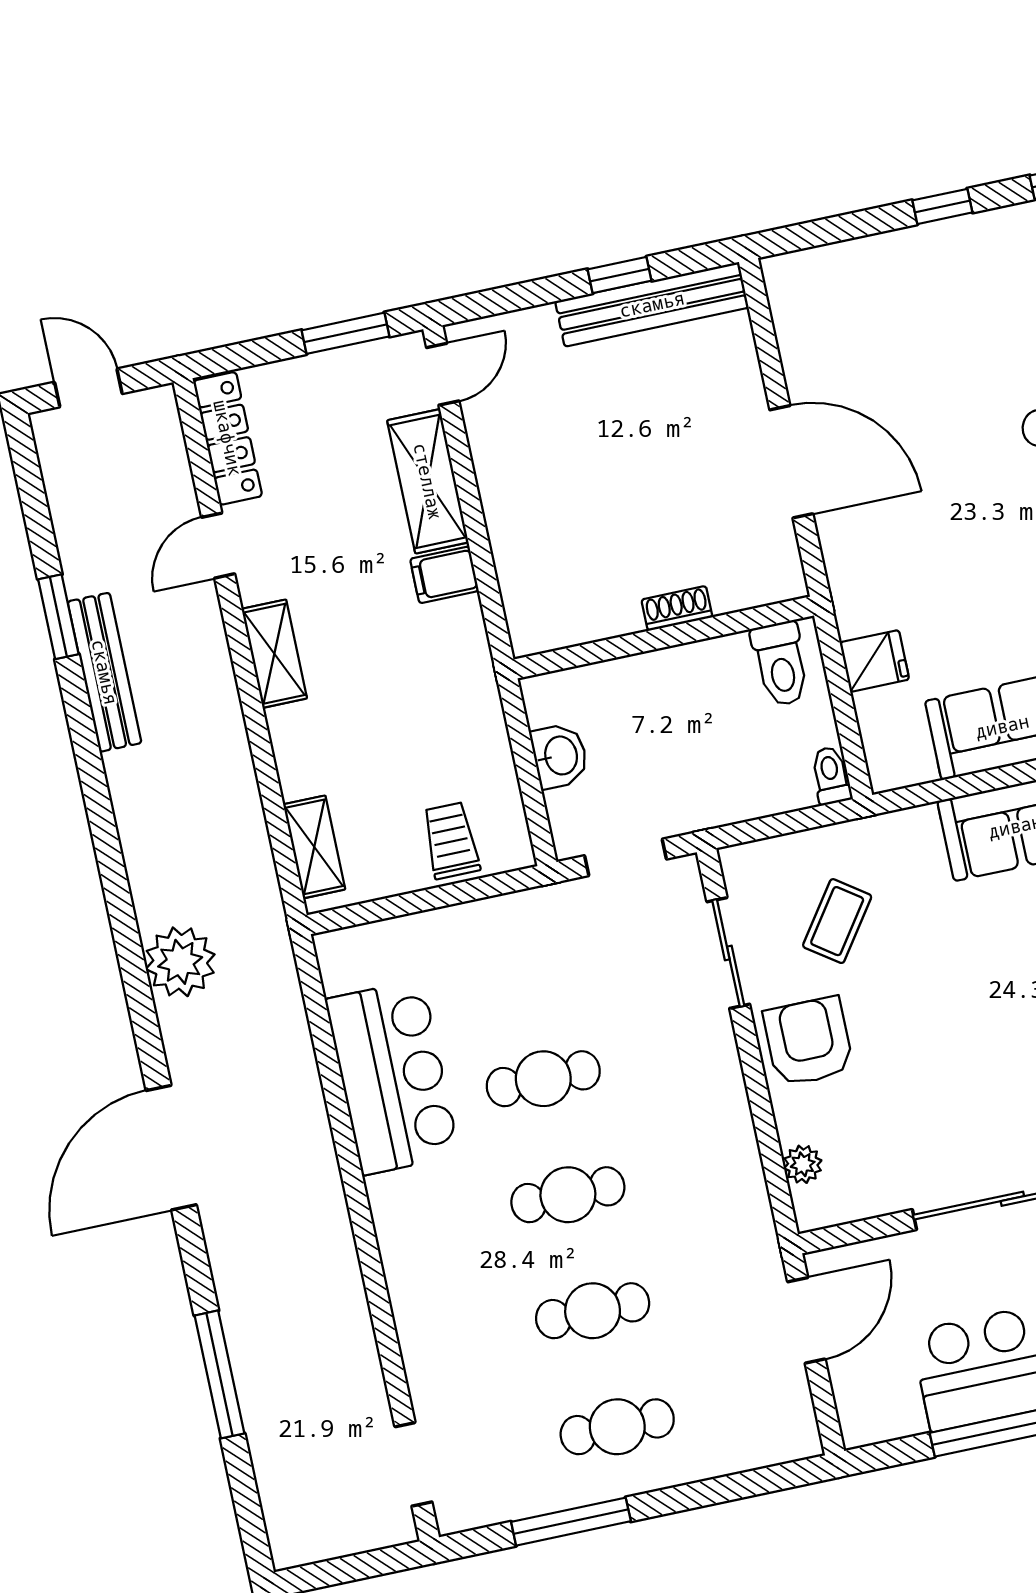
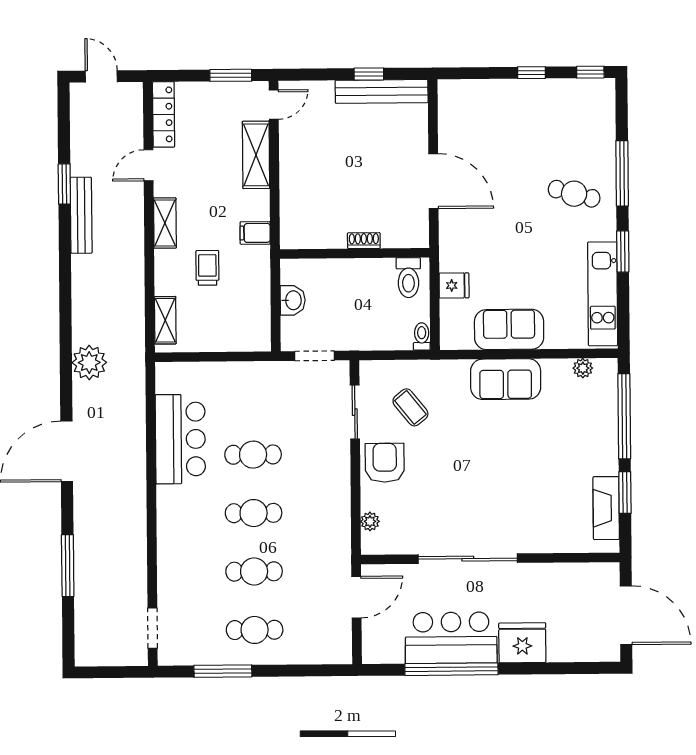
filing cabinet: (444, 575) -> (255, 233), moved
trolley: (451, 841) -> (207, 268), moved
coffee table: (837, 921) -> (410, 407), turned -74

